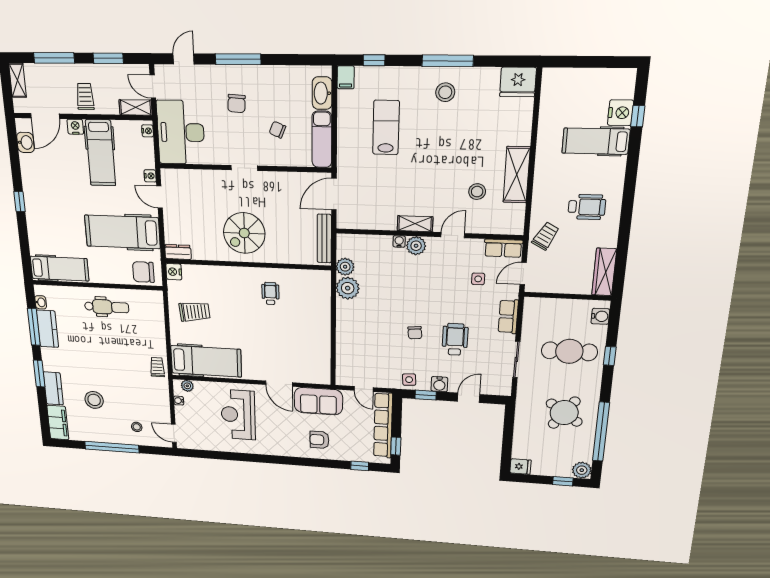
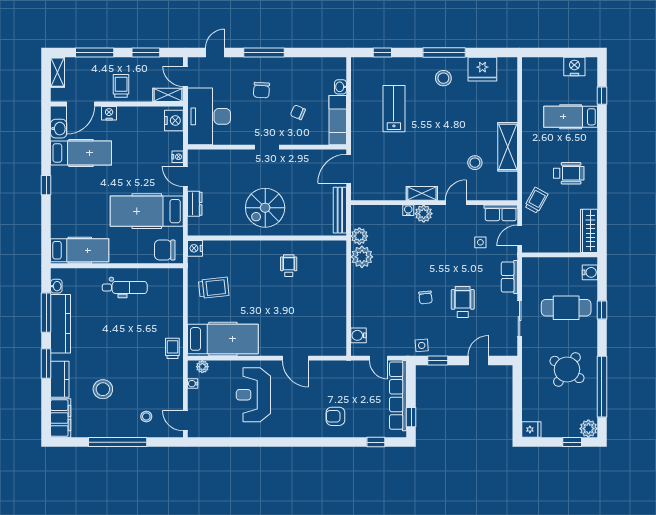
filing cabinet: (346, 77) -> (358, 67), removed
fridge: (518, 82) -> (482, 69), moved
washbasin: (322, 93) -> (340, 87), width x0.52, depth x0.69
nightstand: (620, 113) -> (574, 66), moved, turned -90
nightstand: (148, 131) -> (174, 121), width x1.89, depth x1.79
hospital bed: (101, 153) -> (81, 153), moved, turned -90
dresser: (178, 252) -> (195, 204), moved, turned 90
kitchen counter: (47, 329) -> (60, 324), width x1.50
water cooler: (439, 384) -> (359, 335), moved, turned 90
sofa: (318, 401) -> (334, 374), removed

